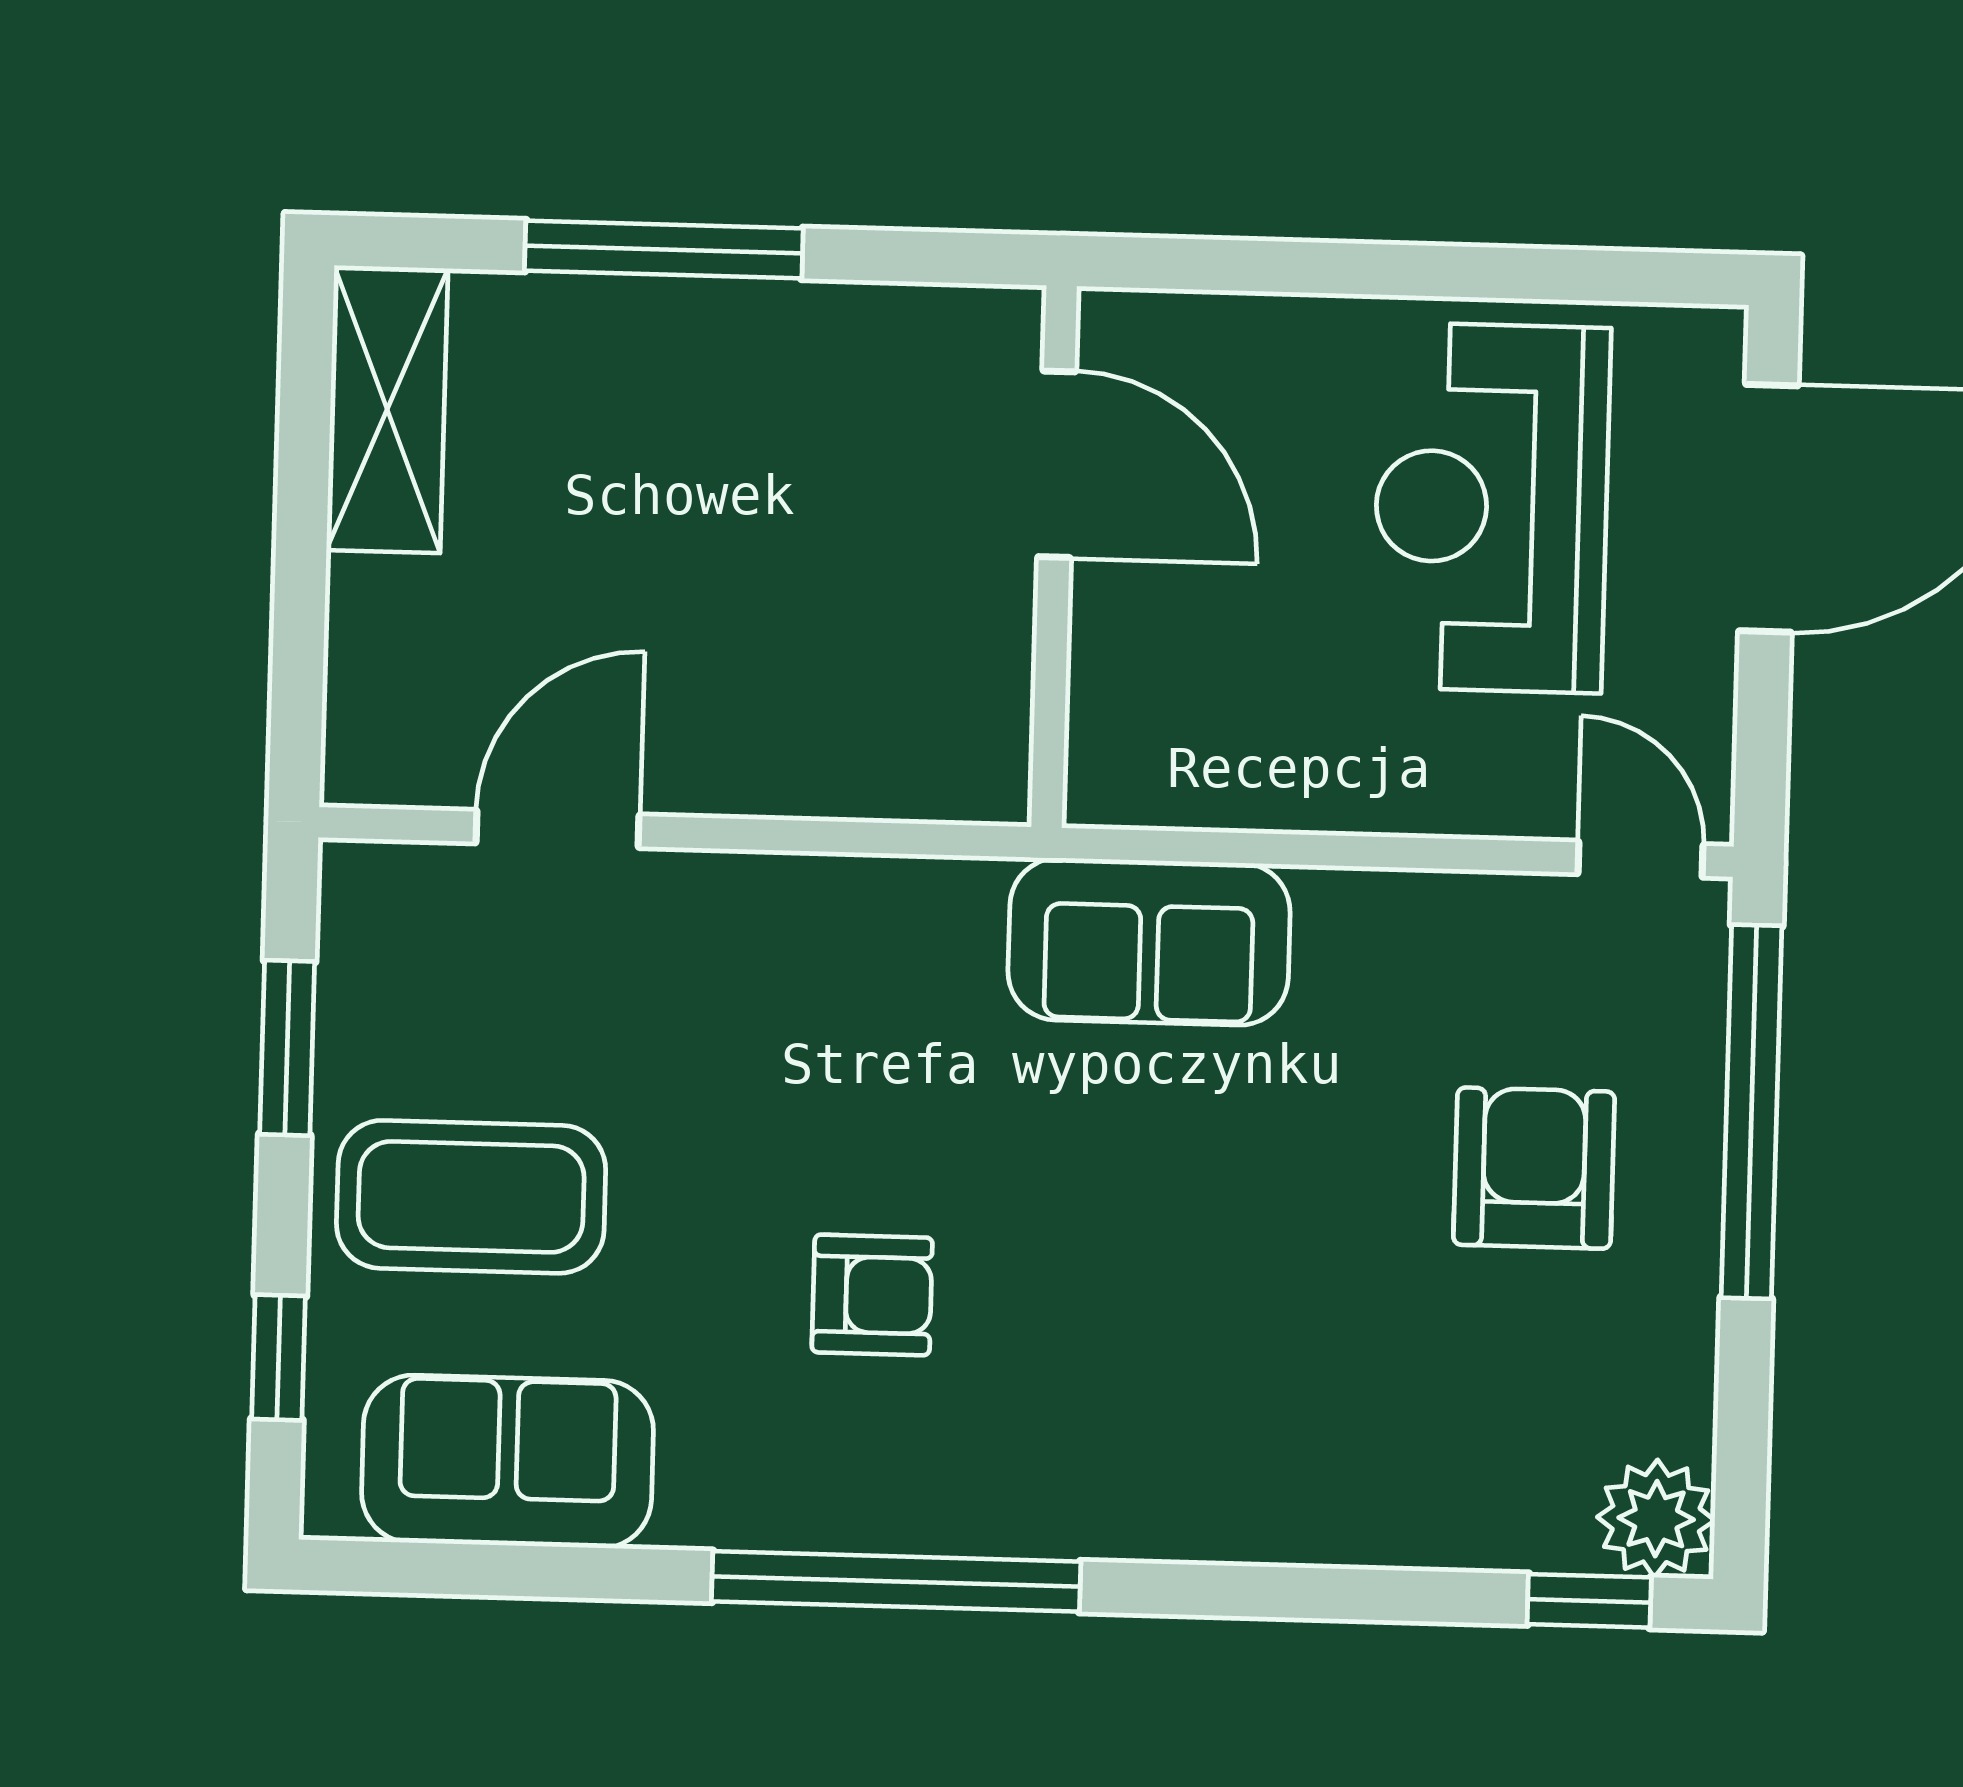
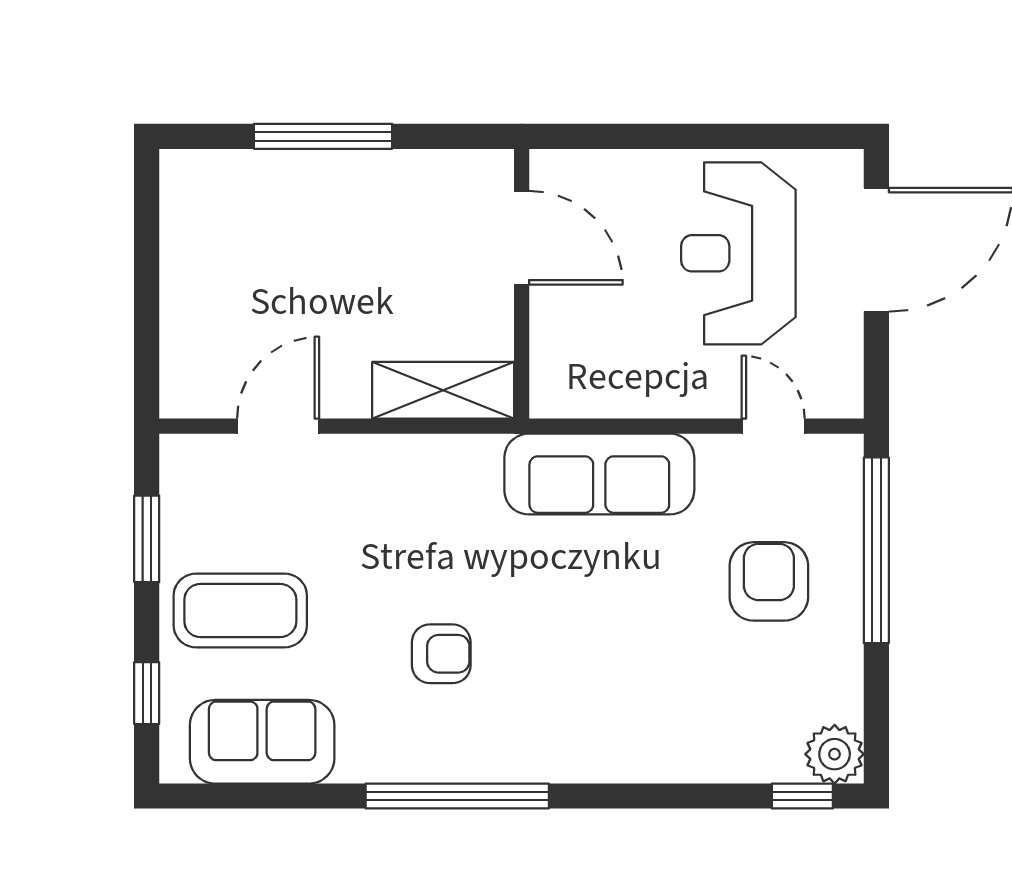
shelving: (387, 409) -> (443, 390), moved, turned 90
door: (1640, 859) -> (773, 426), moved
sofa: (1149, 942) -> (599, 474), width x1.36

